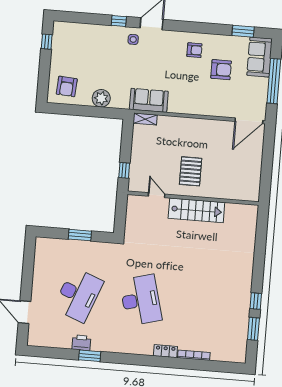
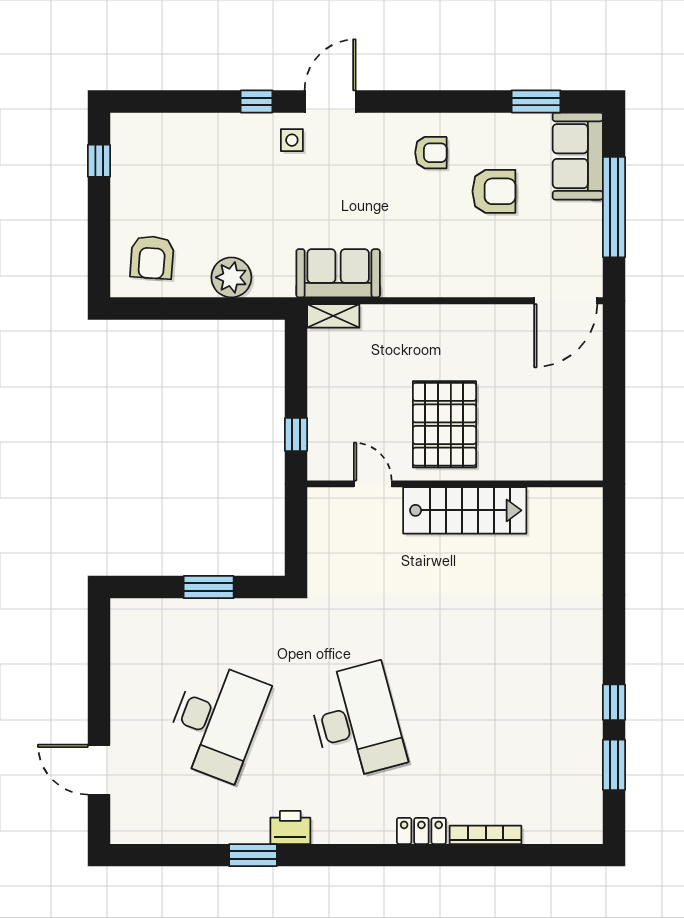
pallet: (191, 171) -> (444, 424), width x1.37, depth x1.41
printer: (81, 343) -> (290, 827), moved

